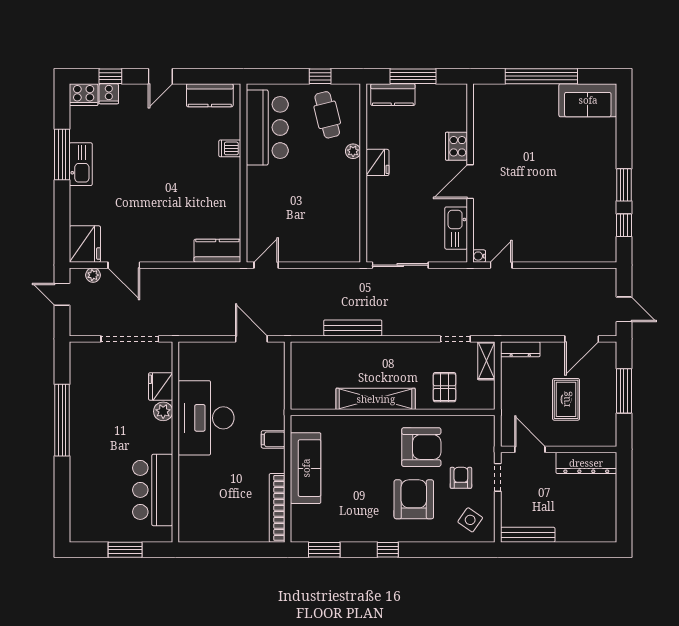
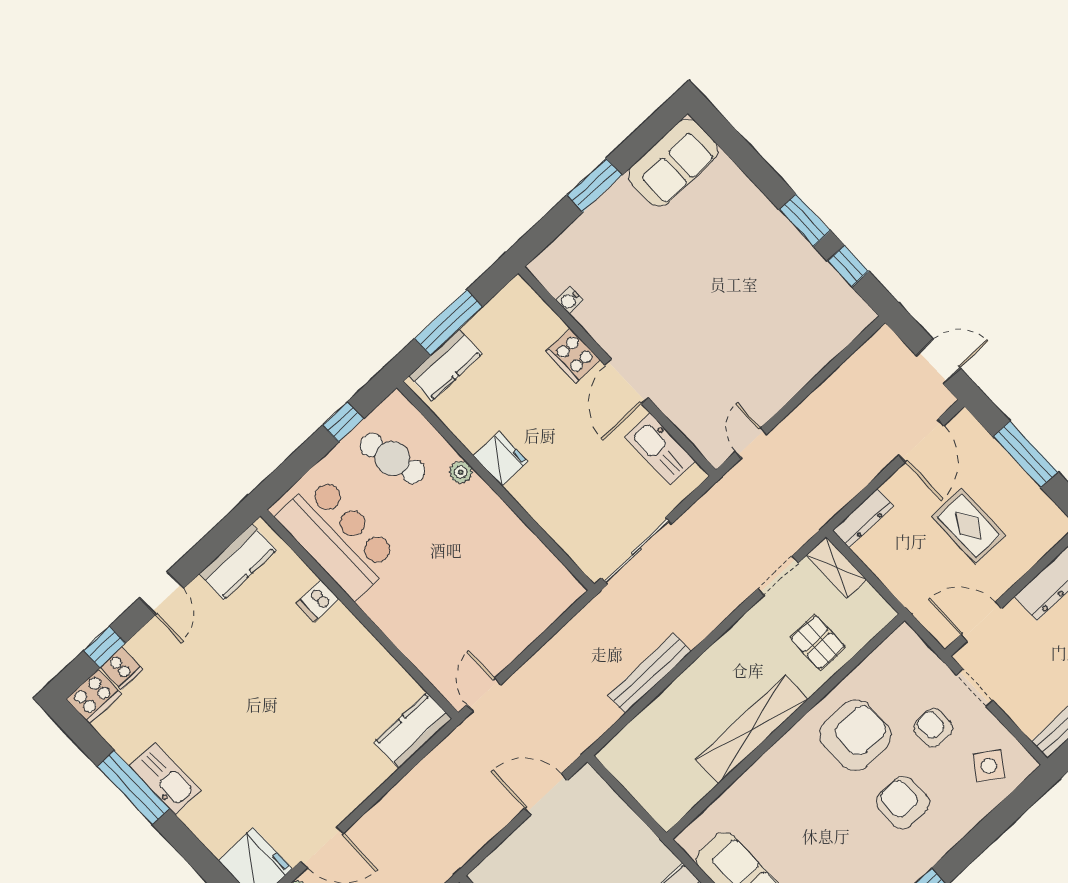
window: (541, 76) -> (594, 185), width x0.47
water cooler: (479, 256) -> (569, 300), moved
armchair: (414, 499) -> (903, 803), width x0.73, depth x0.73

